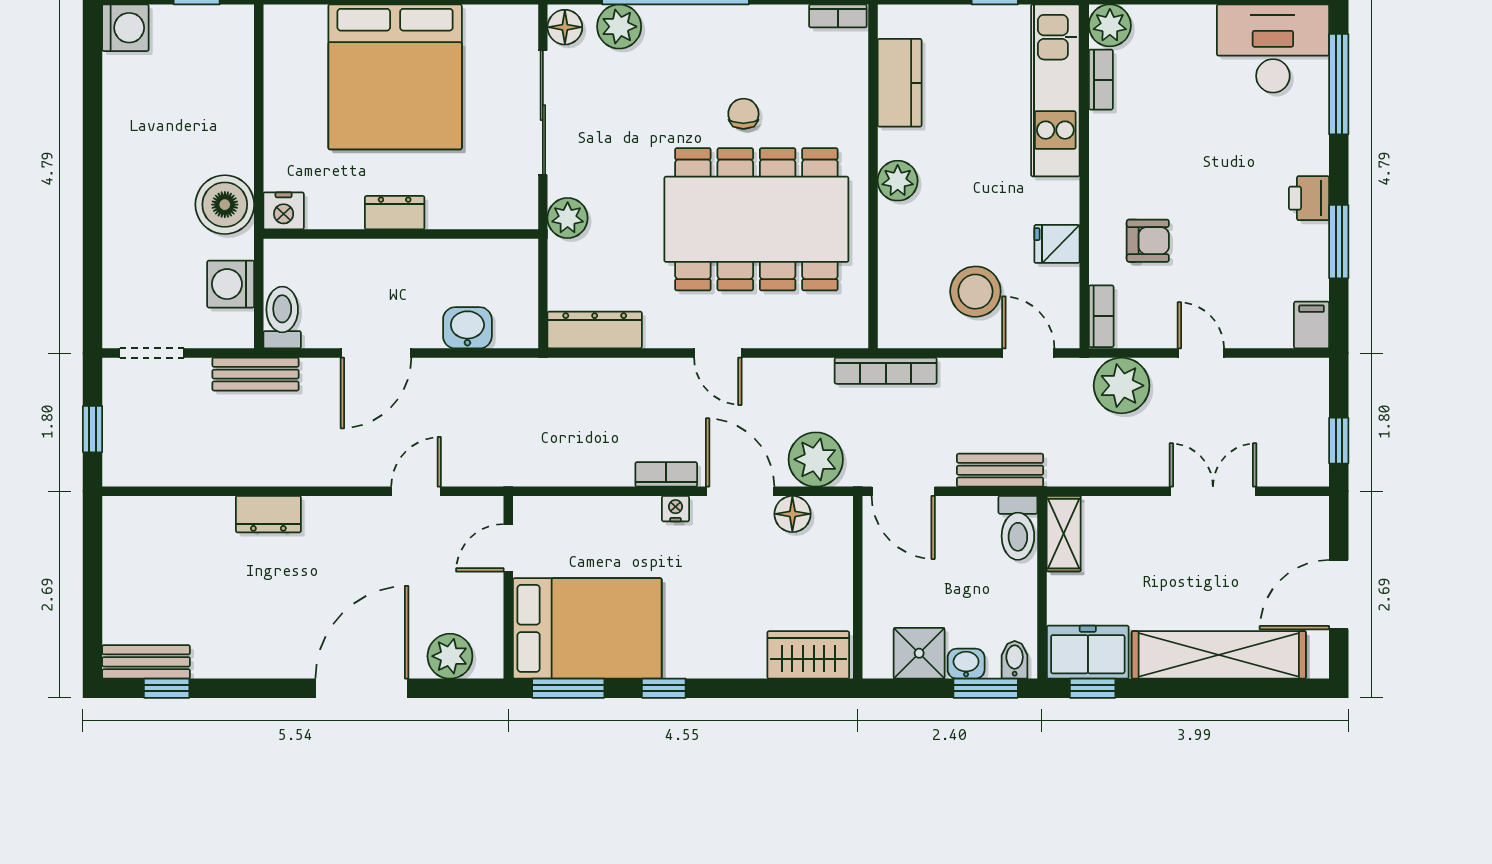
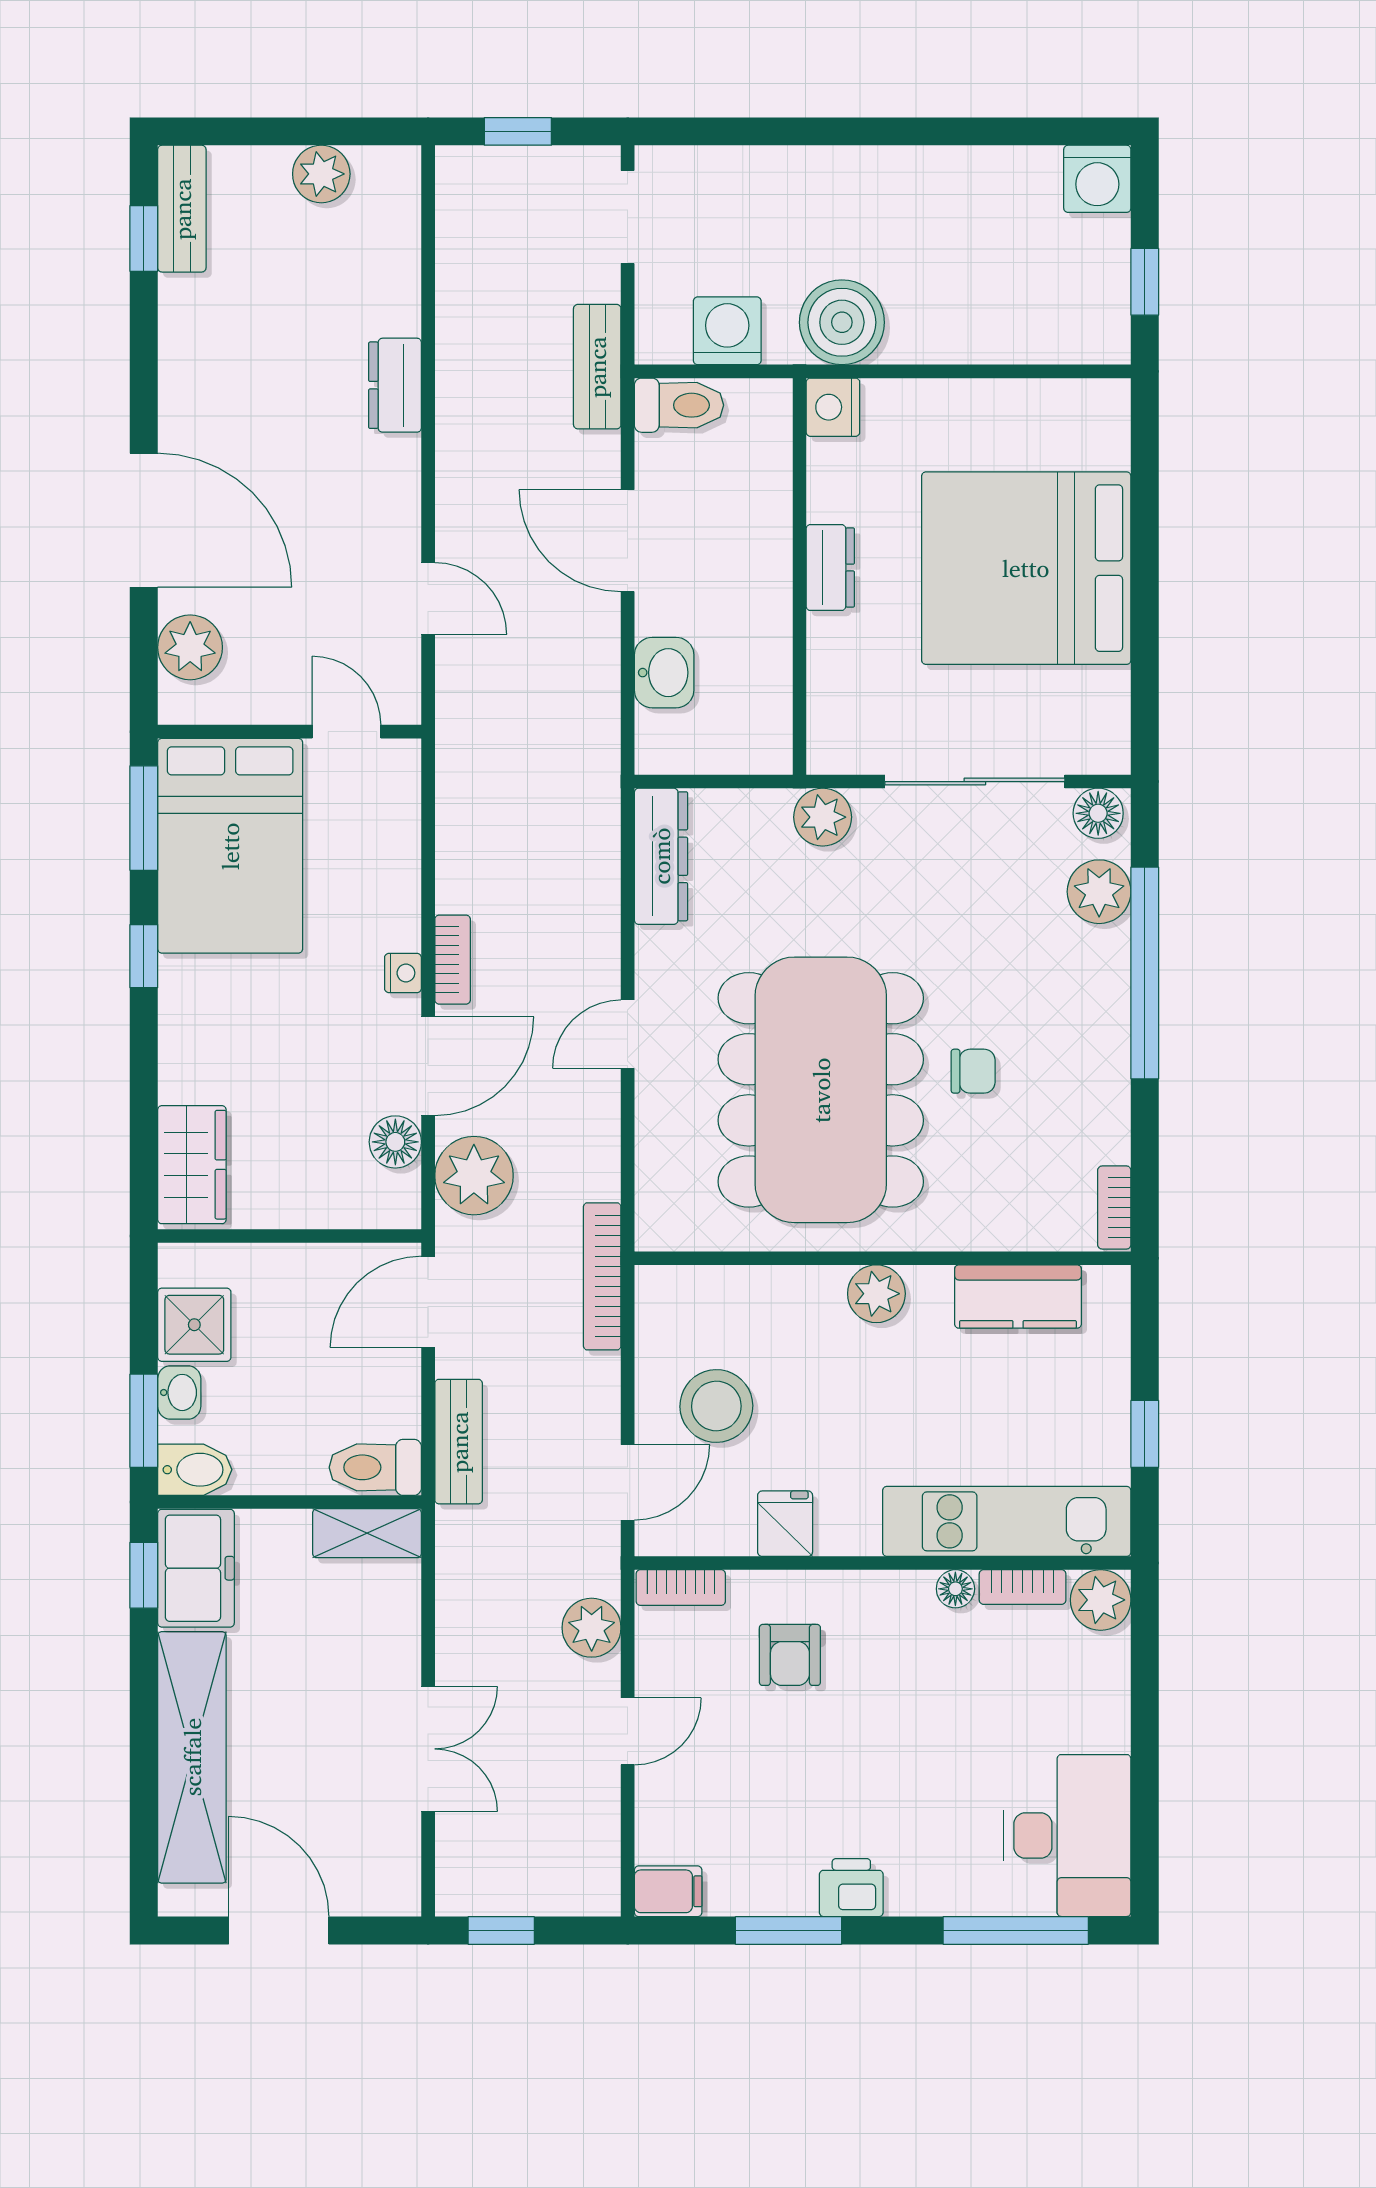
floor lamp: (1102, 126) -> (955, 1589), added
plant: (1122, 386) -> (592, 1628), width x0.73, depth x0.73
plant: (122, 565) -> (321, 174), added
bidet: (1015, 660) -> (195, 1470), width x1.38, depth x1.36

